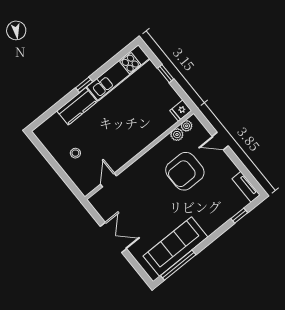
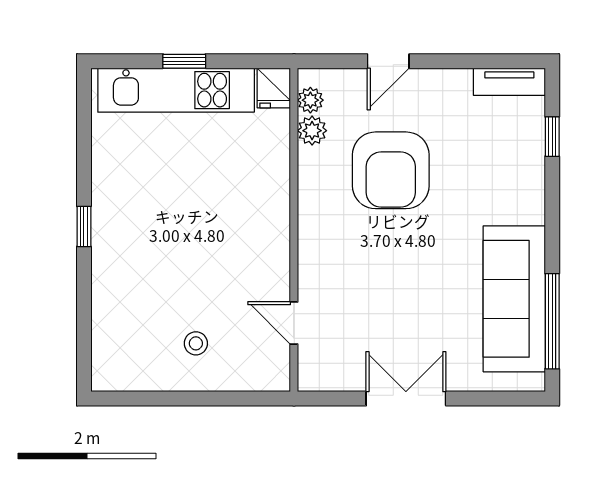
kitchen unit: (118, 73) -> (176, 90), moved, turned 90
kitchen counter: (77, 106) -> (113, 271), removed

